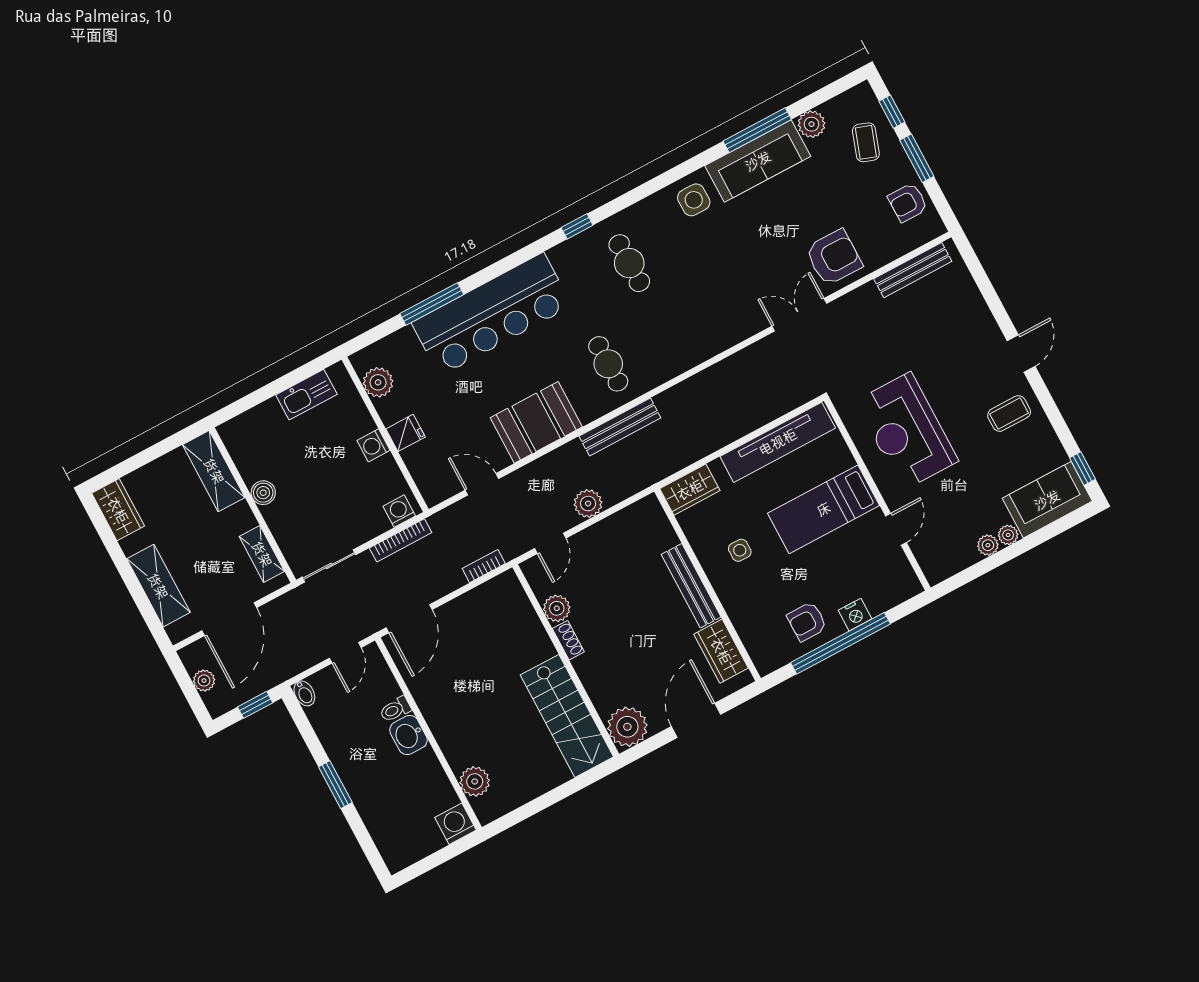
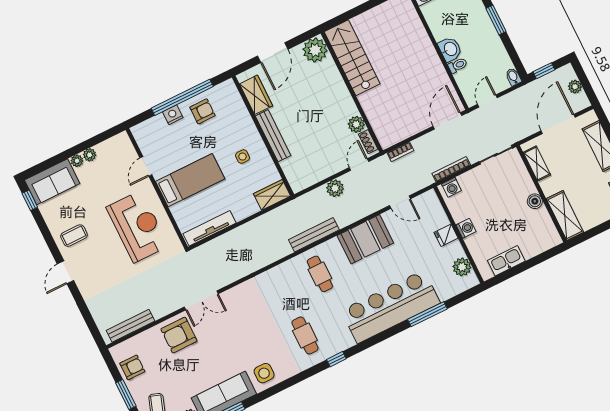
tv unit: (778, 442) -> (209, 228), width x0.73, depth x0.78
shoe rack: (568, 640) -> (368, 142), moved
plant: (475, 781) -> (410, 19), removed

